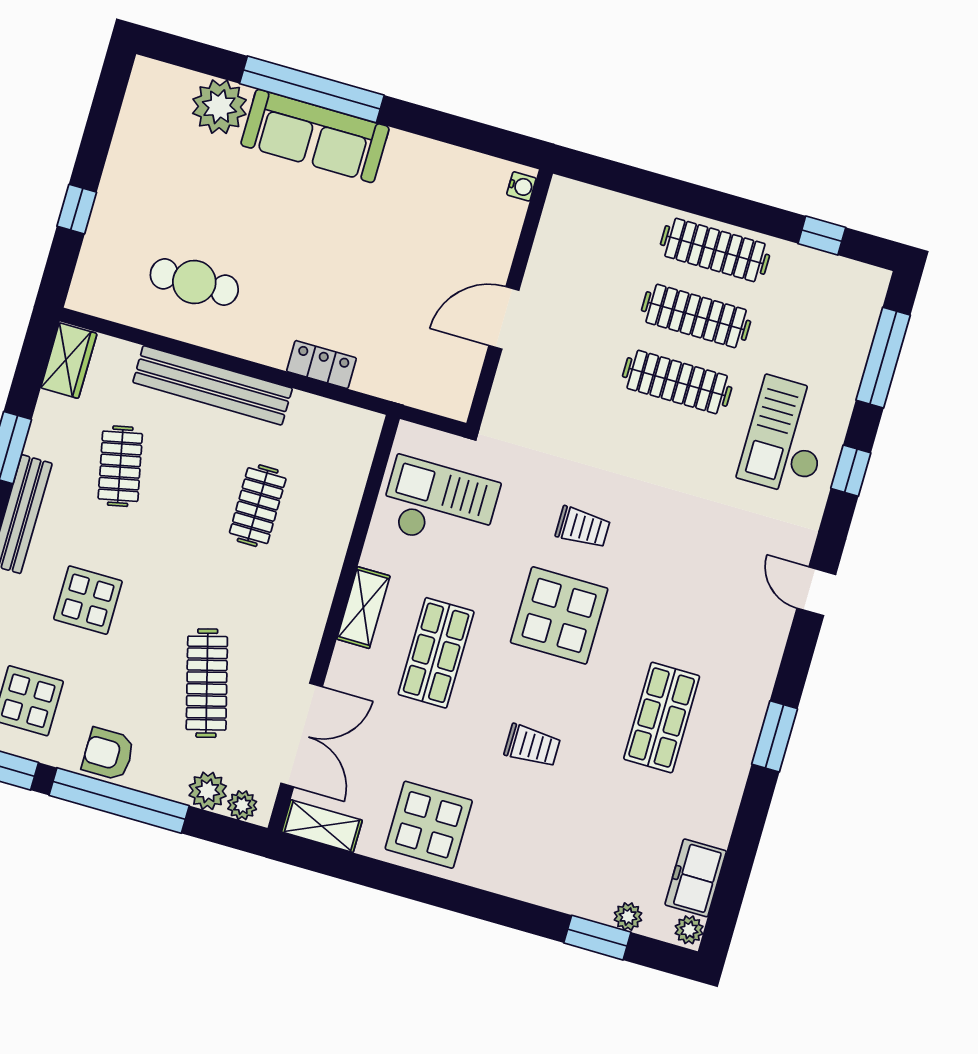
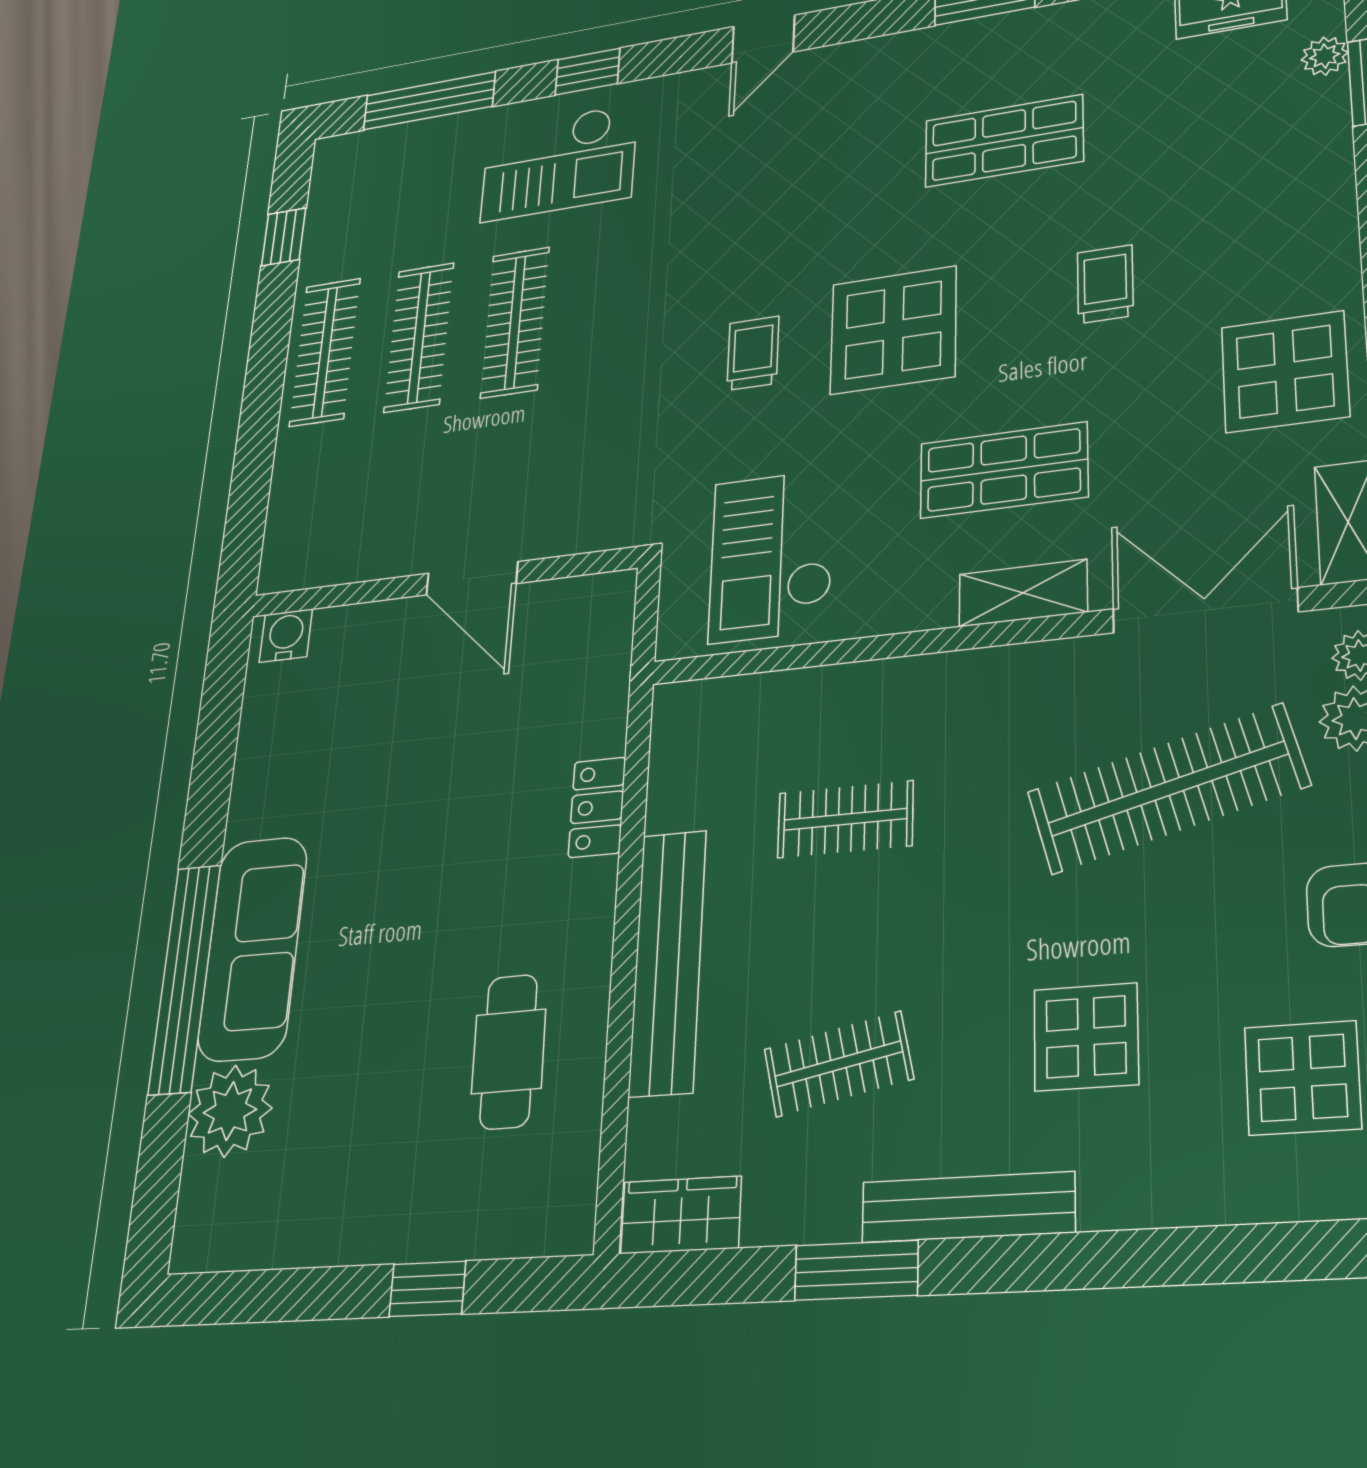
water cooler: (521, 186) -> (286, 636), width x1.38, depth x1.38
shelving: (363, 608) -> (1023, 593), moved
clothes rail: (207, 683) -> (1167, 789), width x1.37, depth x1.31

